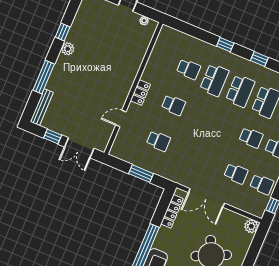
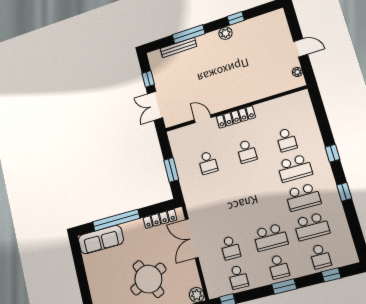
locker: (140, 93) -> (236, 117), width x1.53
bench: (42, 107) -> (178, 47), moved
school desk: (251, 138) -> (270, 237), width x1.85

